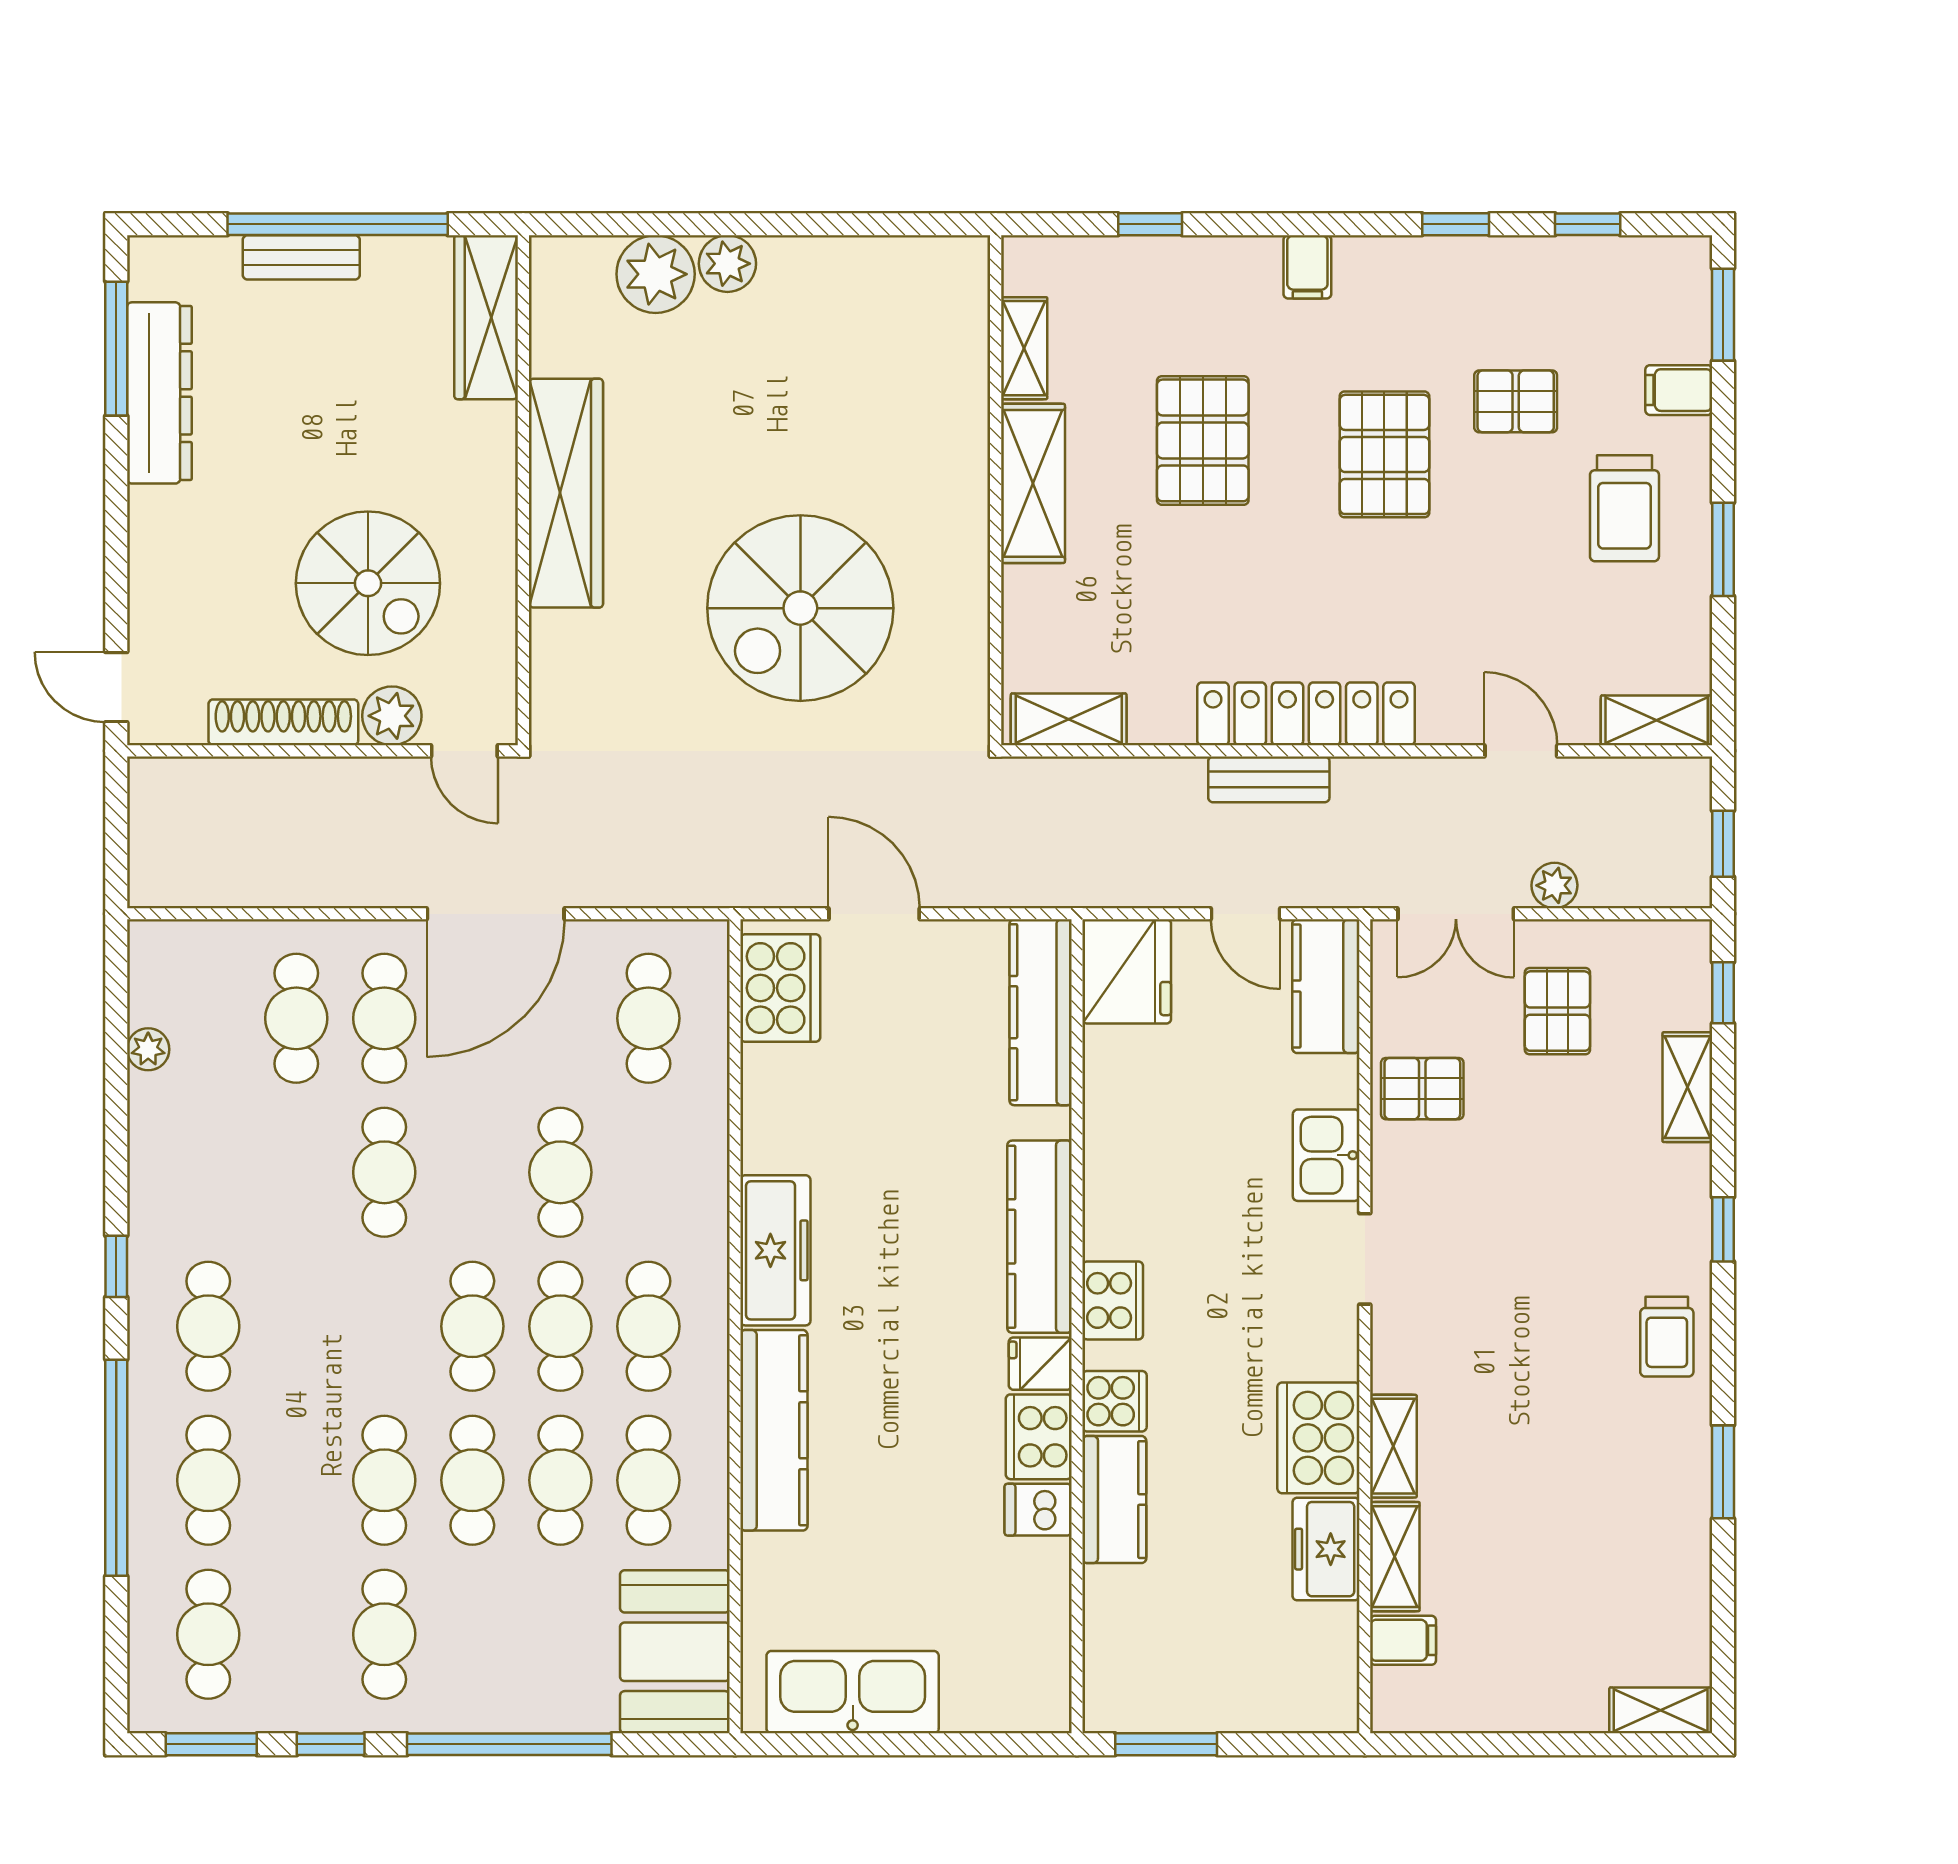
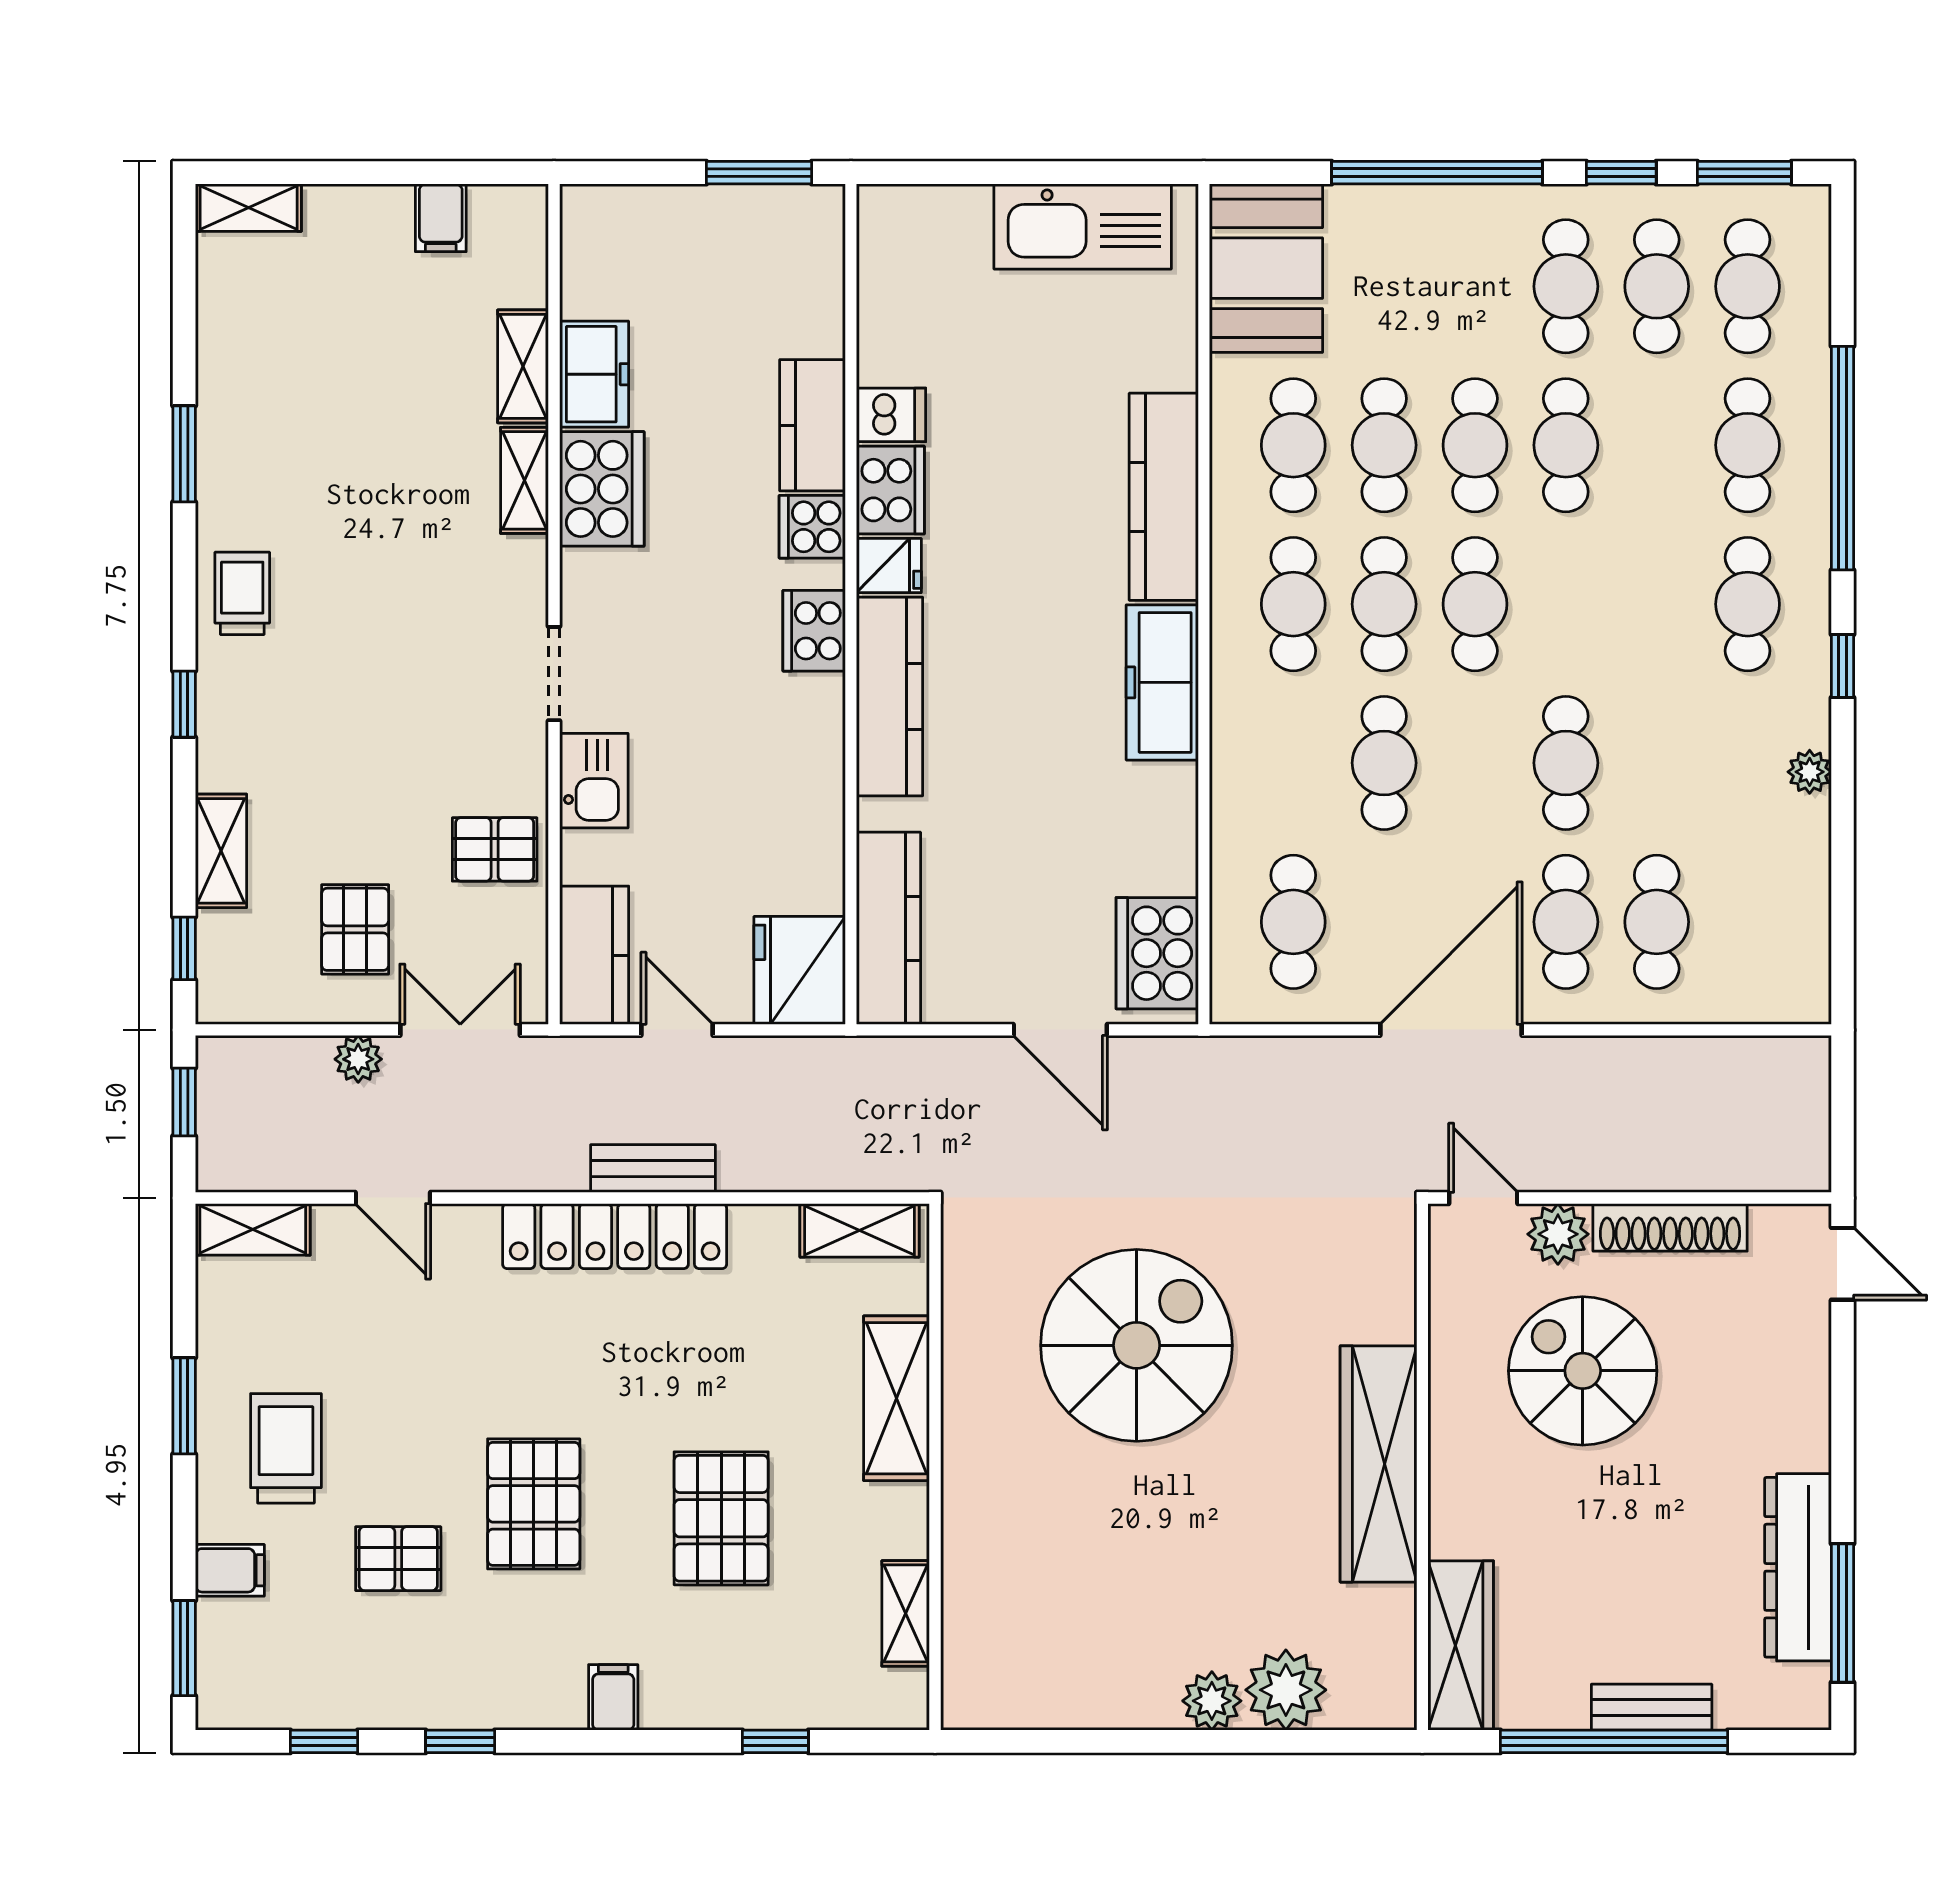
shelving: (1033, 483) -> (896, 1398), moved
plant: (148, 1049) -> (1810, 772), moved
cafe table: (296, 1634) -> (1657, 286), added
filing cabinet: (1403, 1640) -> (441, 218), moved, turned -90

